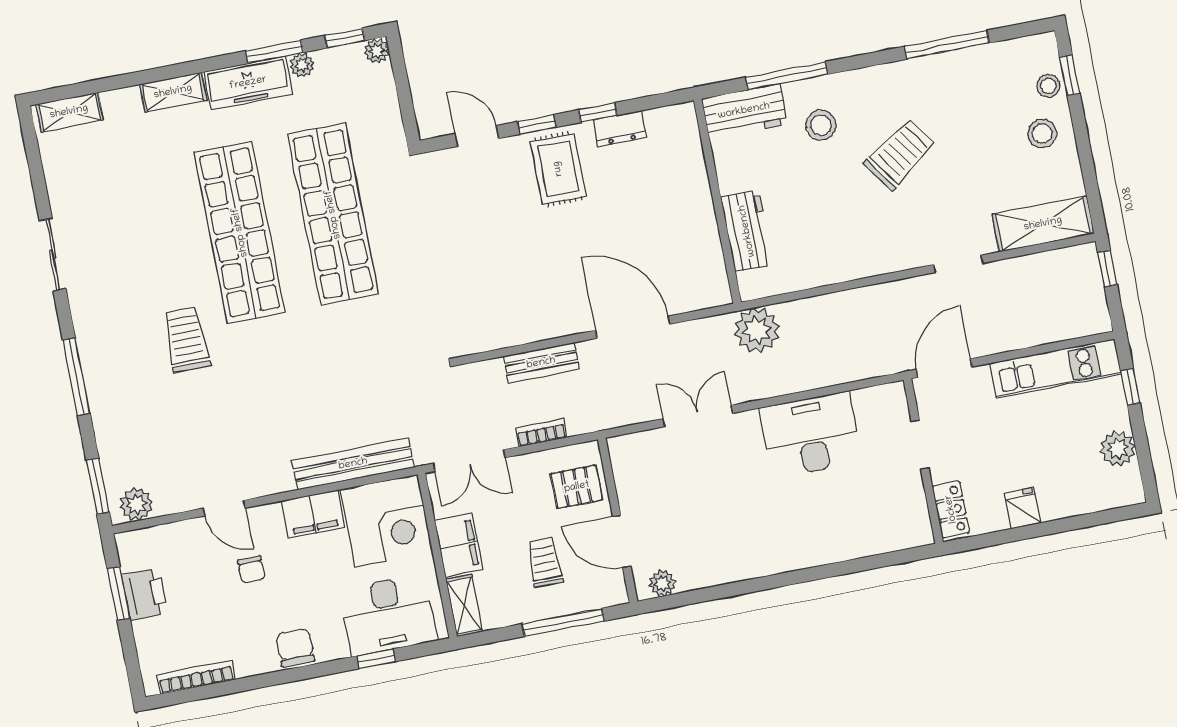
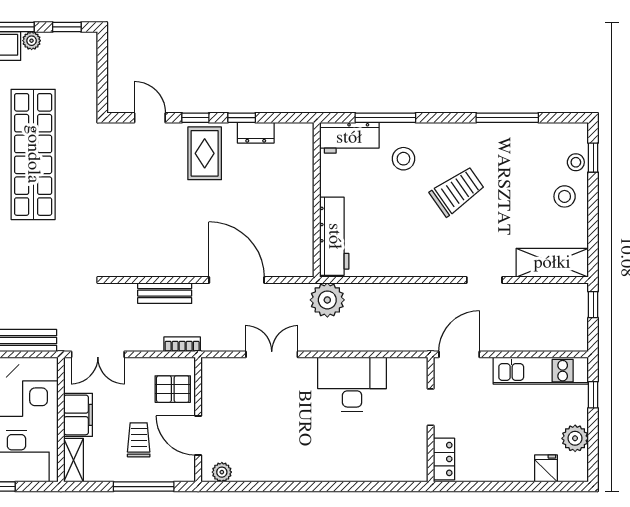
plant: (377, 51) -> (88, 41), removed
workbench: (747, 231) -> (334, 236), width x1.38
bookcase: (541, 433) -> (182, 344), moved
fridge: (1023, 508) -> (546, 468), moved

